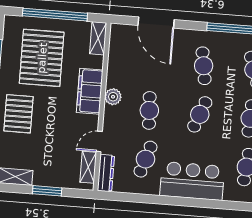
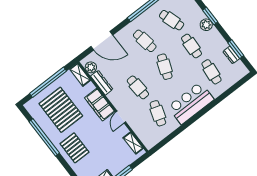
plant: (113, 97) -> (91, 67), moved
door: (99, 141) -> (121, 117), moved
dresser: (106, 173) -> (102, 83), moved

